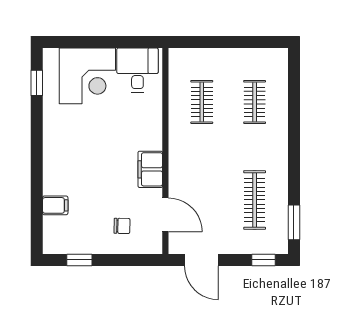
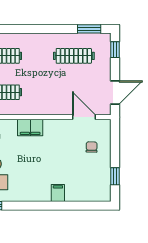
filing cabinet: (150, 169) -> (30, 128), moved
filing cabinet: (55, 205) -> (58, 193), moved
door: (165, 215) -> (84, 117), hinge flipped

